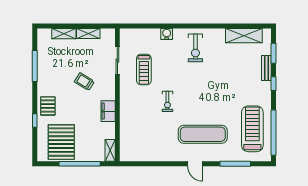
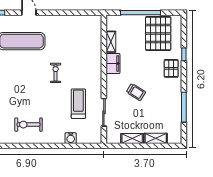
water cooler: (167, 34) -> (71, 138), moved
exercise bike: (195, 48) -> (28, 125), turned -90
shelving: (110, 150) -> (111, 42), moved

